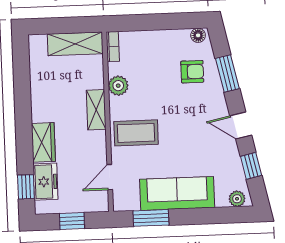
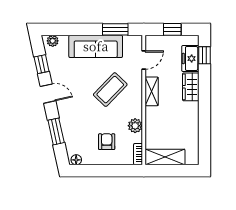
armchair: (192, 72) -> (107, 142), moved, turned 90
shelving: (96, 110) -> (152, 91), moved
coffee table: (136, 133) -> (110, 90), moved, turned -46

